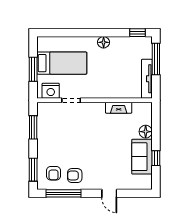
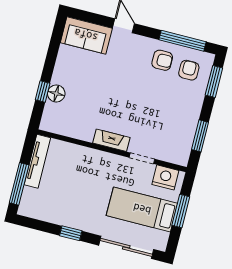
sliding door: (66, 33) -> (126, 247), added
window: (138, 33) -> (71, 233), moved
floor lamp: (104, 42) -> (81, 223), removed
fireplace: (119, 108) -> (111, 140), moved
sofa: (142, 157) -> (86, 35), moved, turned 90
window: (156, 158) -> (43, 92), moved

